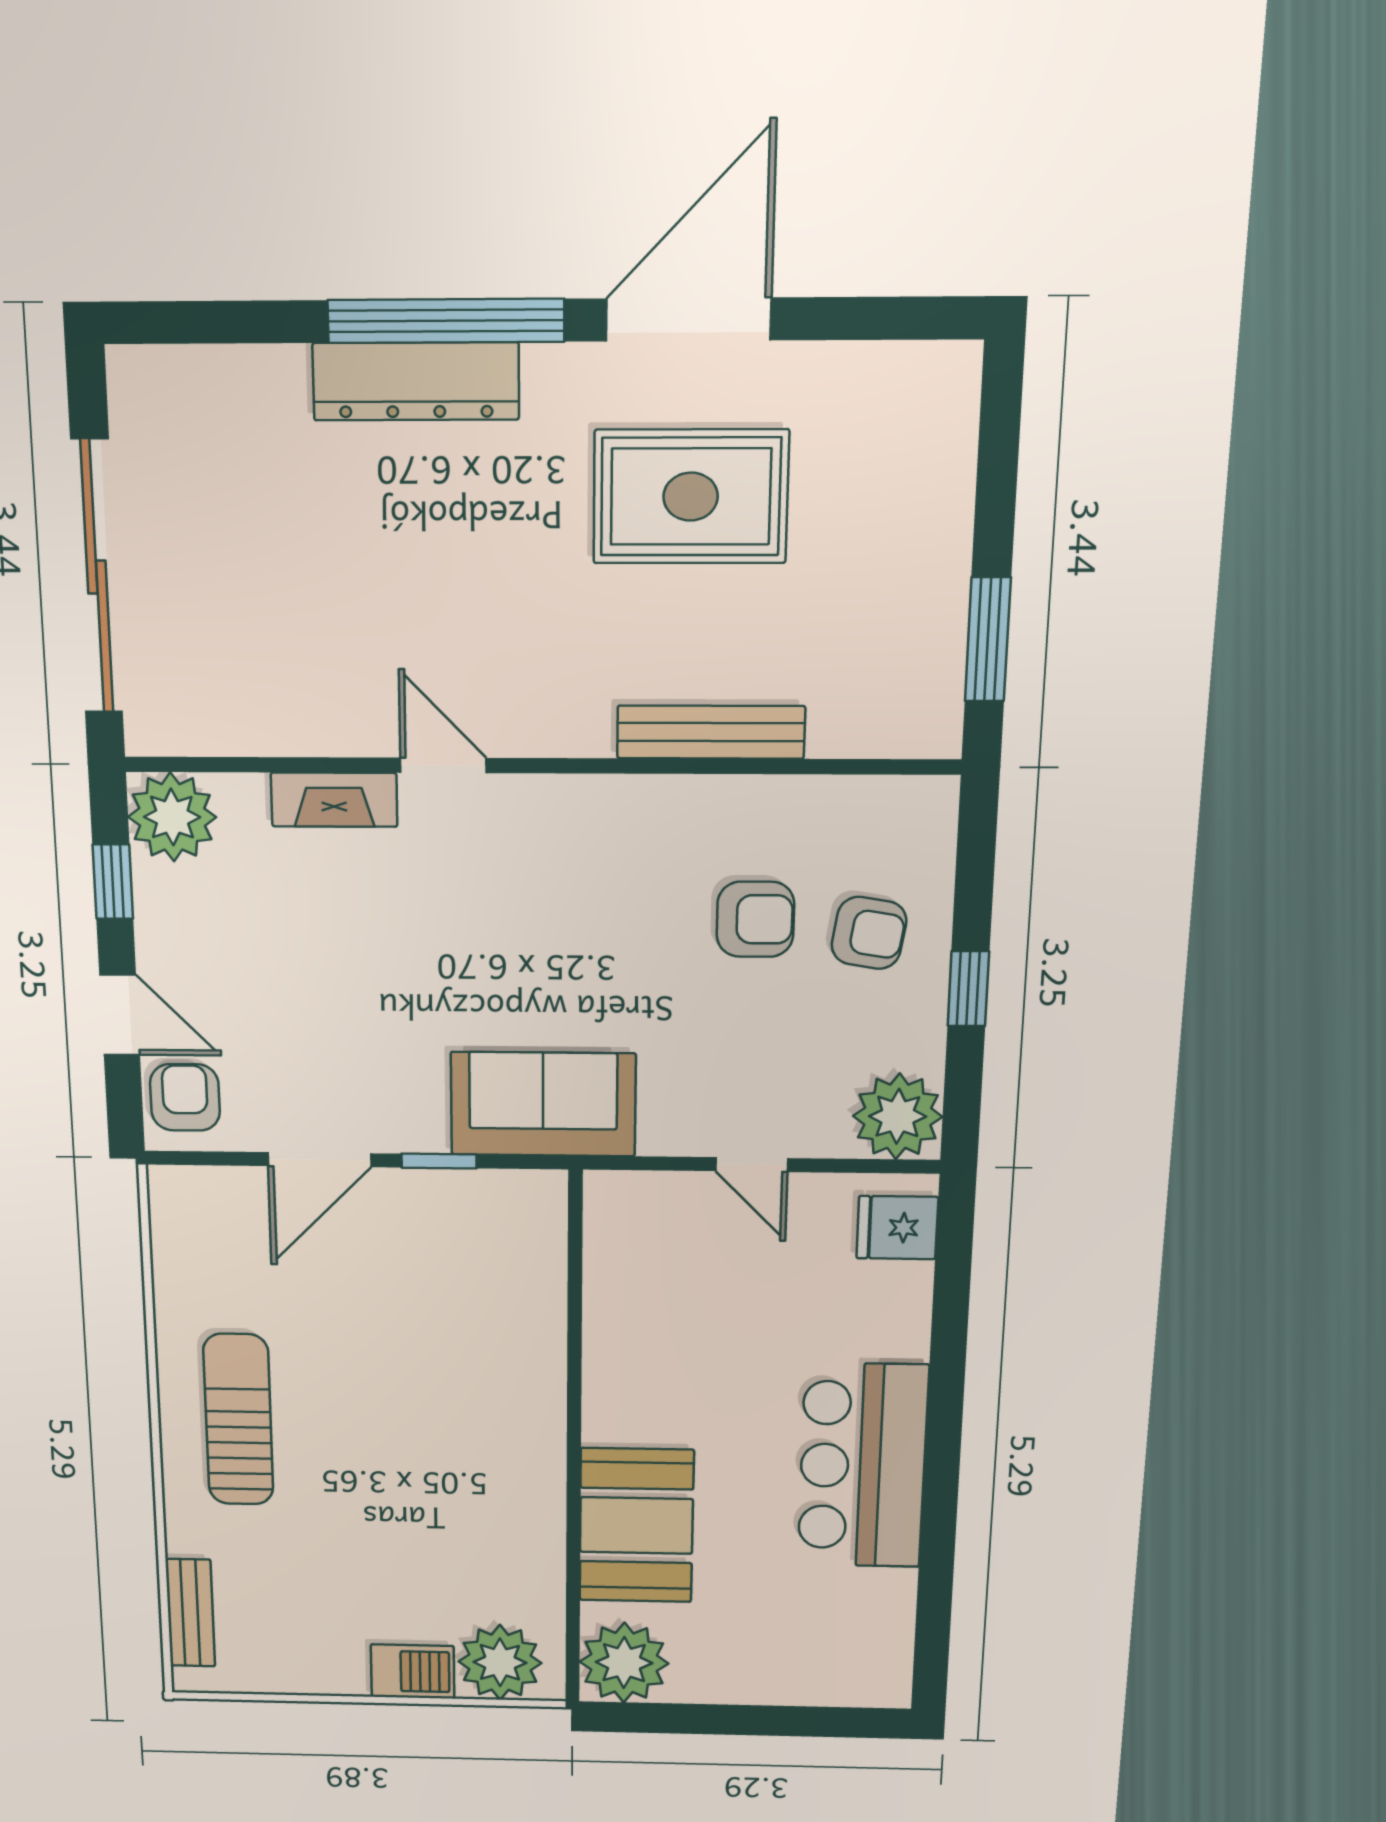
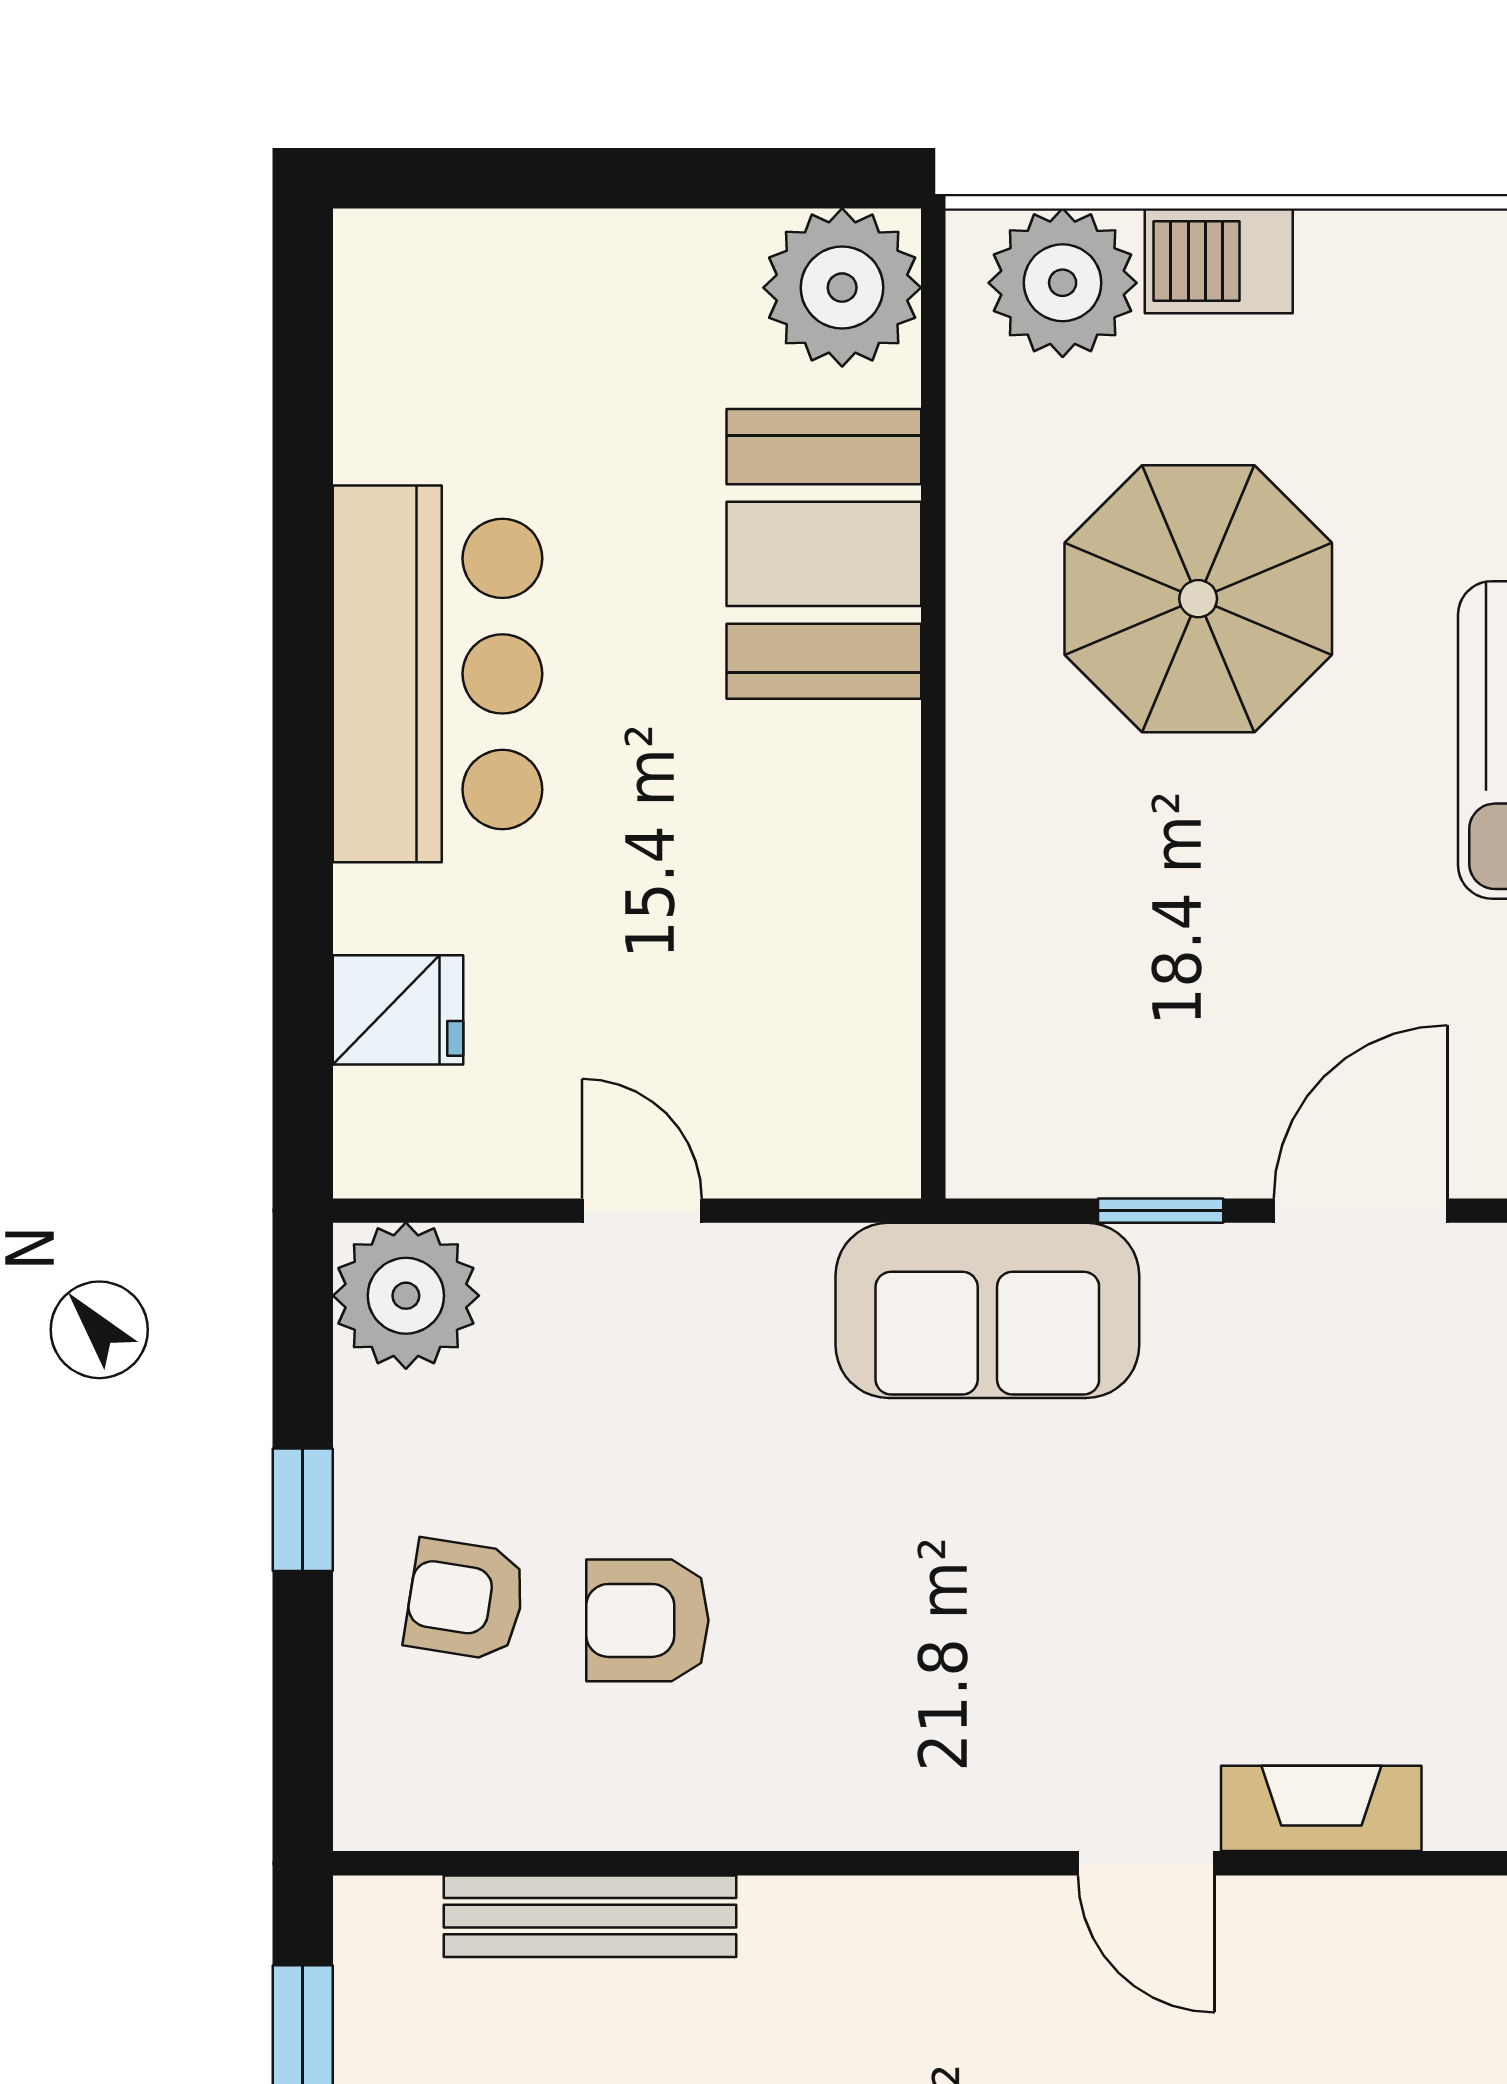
bench: (711, 732) -> (590, 1916), moved
fridge: (897, 1228) -> (398, 1010), moved
parasol: (422, 1498) -> (1198, 599), added

